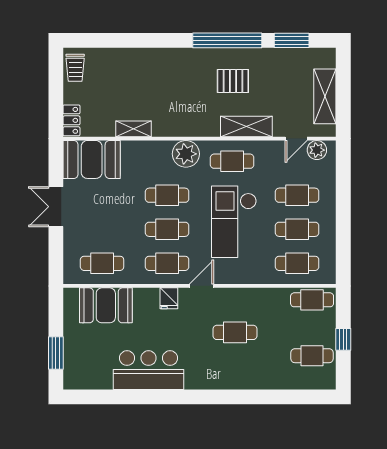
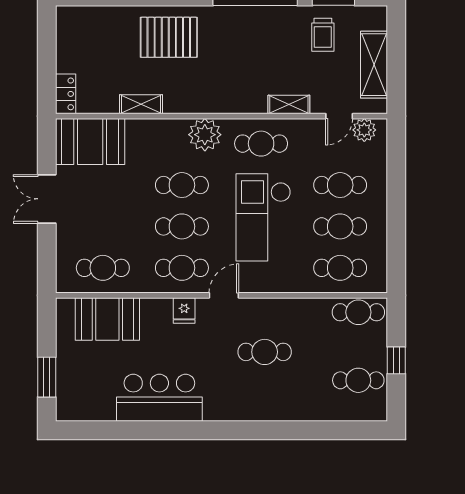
trolley: (75, 68) -> (323, 35), moved
pallet: (233, 81) -> (169, 37), moved, width x1.50, depth x1.42
shelving: (246, 127) -> (289, 105), width x0.67, depth x0.75

